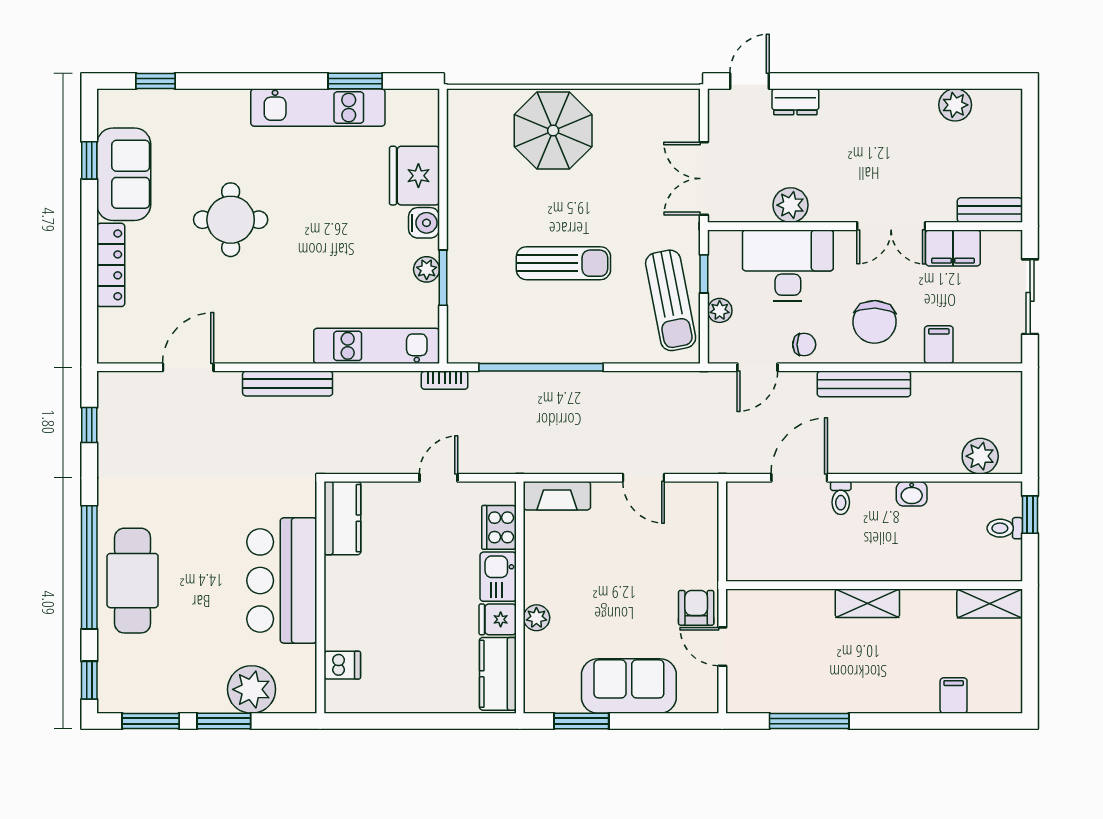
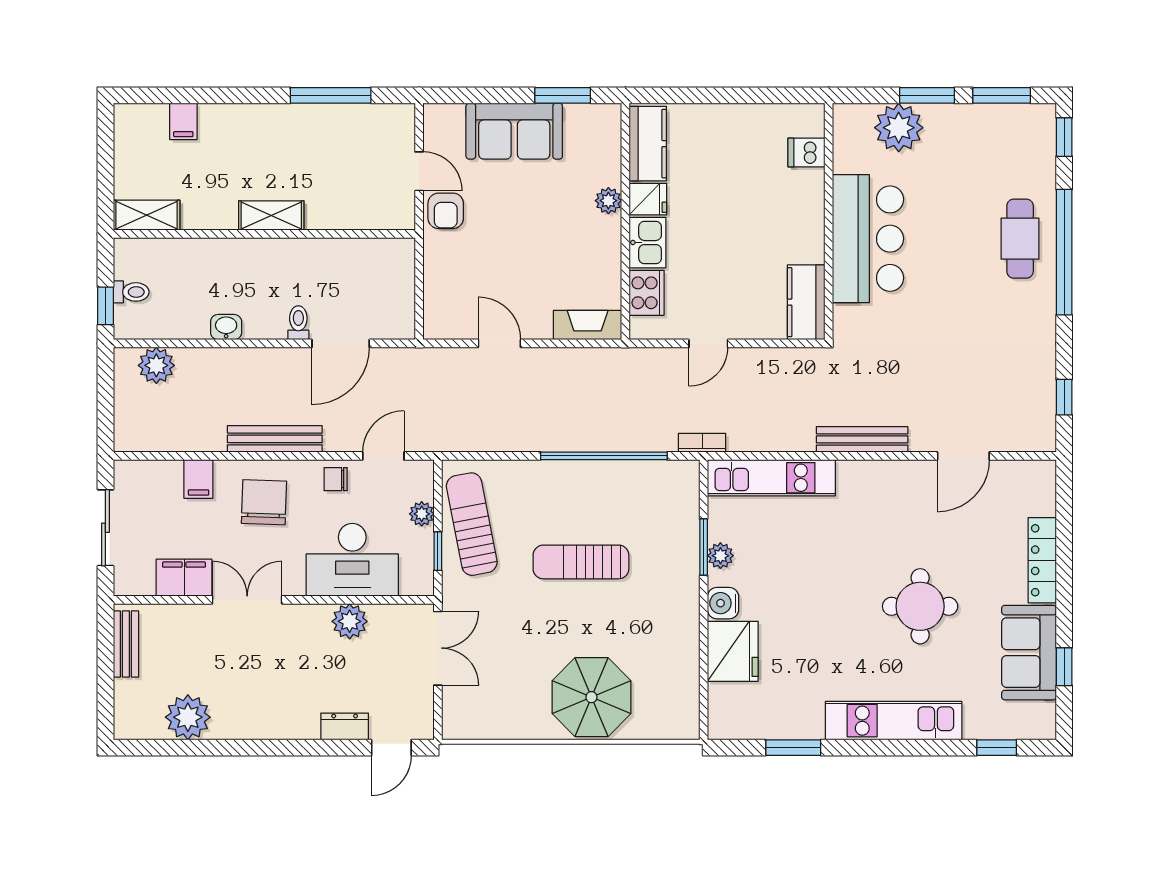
plant: (955, 105) -> (188, 717), width x1.36, depth x1.36
kitchen unit: (318, 108) -> (894, 721), moved
bench: (990, 210) -> (126, 644), moved, turned 90
cafe table: (133, 581) -> (1020, 239), width x0.73, depth x0.74

